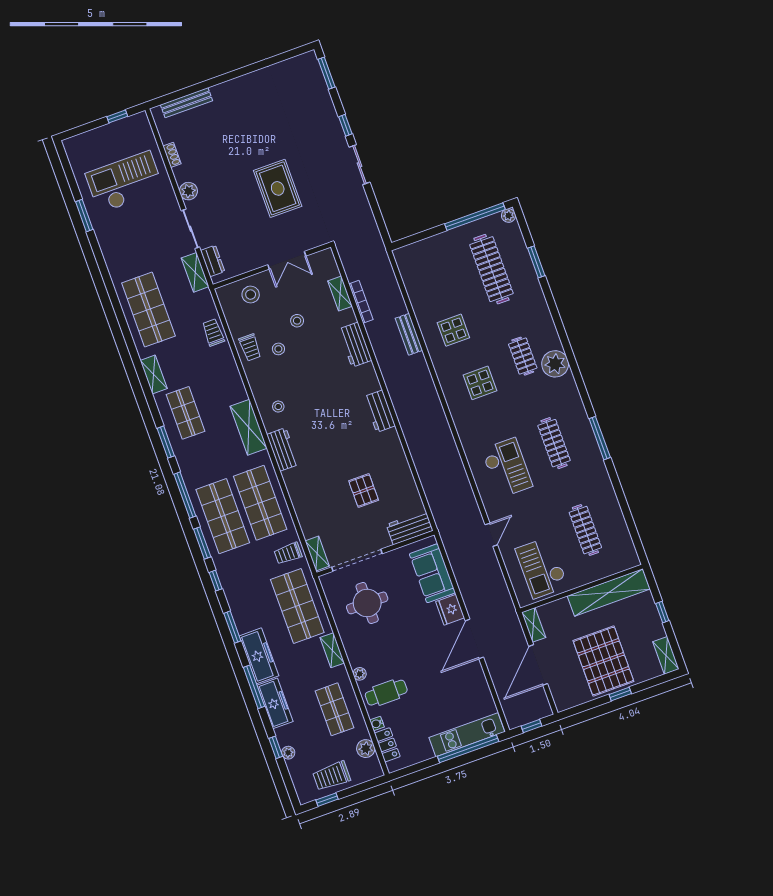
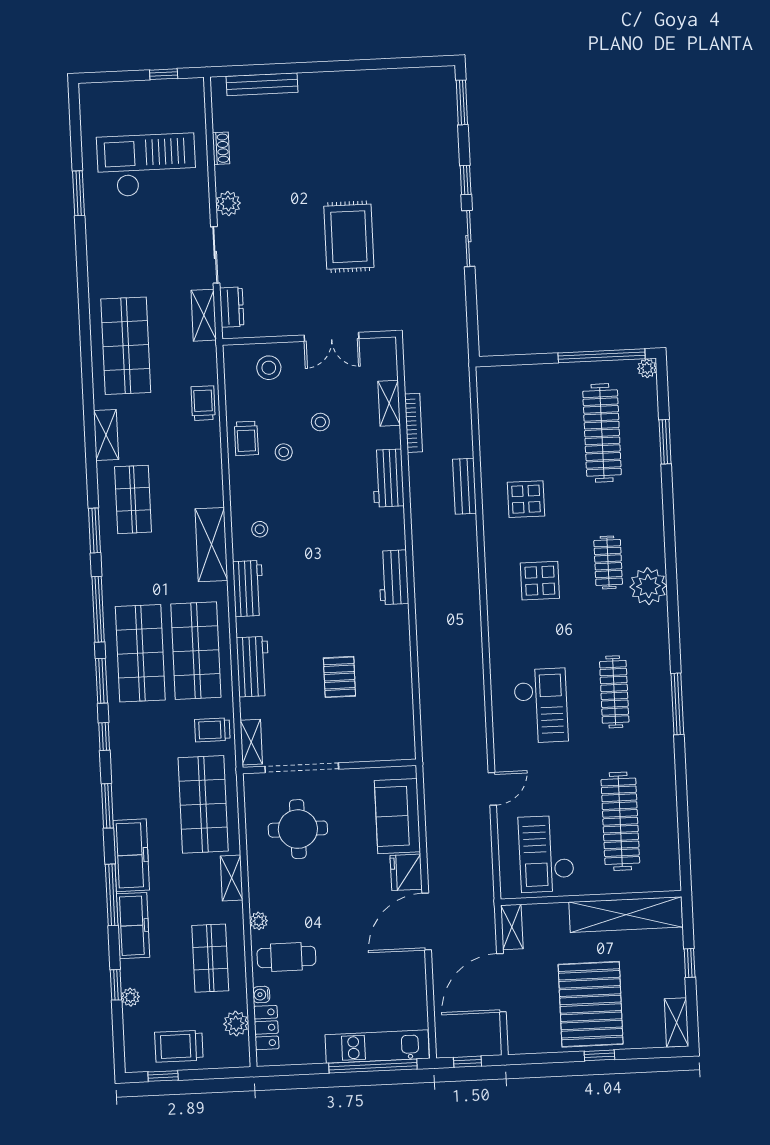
workbench: (409, 528) -> (253, 667), moved, turned 90
clothes rail: (585, 530) -> (620, 821), width x1.37, depth x1.31

